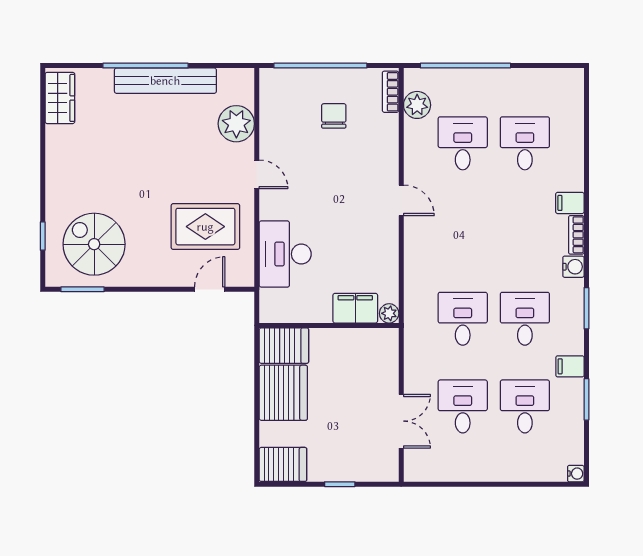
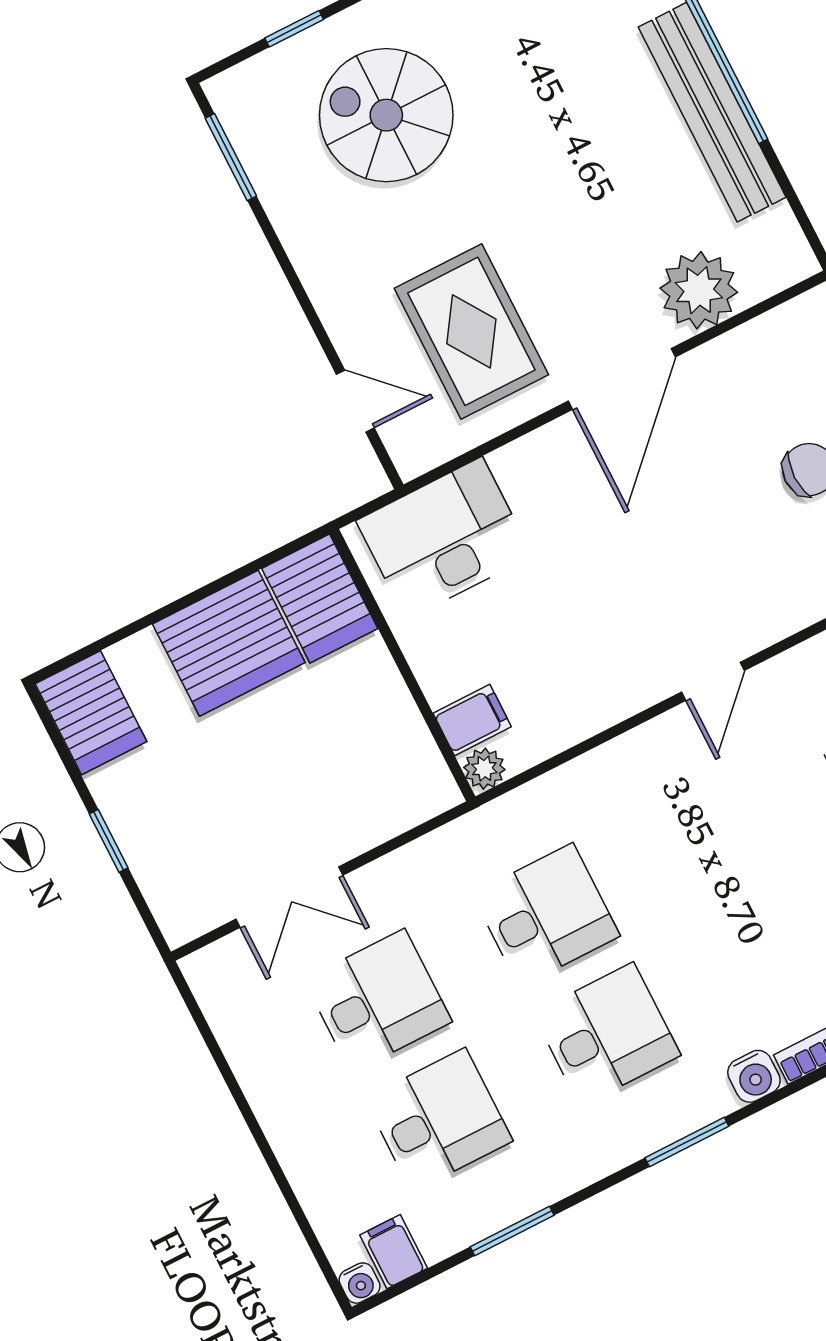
door: (257, 174) -> (622, 379), width x1.87
spiral stairs: (94, 244) -> (386, 115), moved, turned -90
desk: (285, 254) -> (444, 538), moved
filing cabinet: (355, 308) -> (472, 720), width x0.50
filing cabinet: (570, 366) -> (394, 1252), moved

